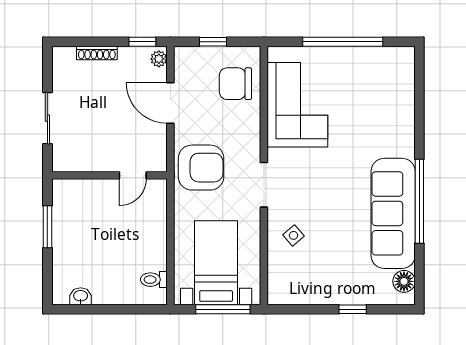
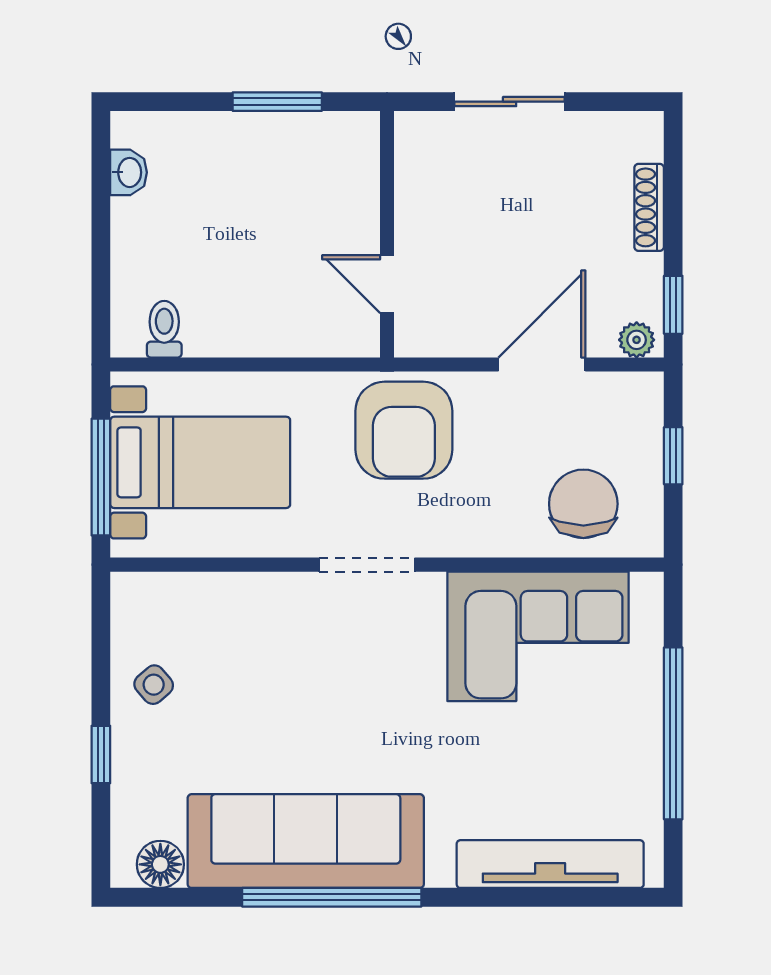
tv unit: (404, 99) -> (550, 864), added
side table: (293, 235) -> (154, 685), moved

